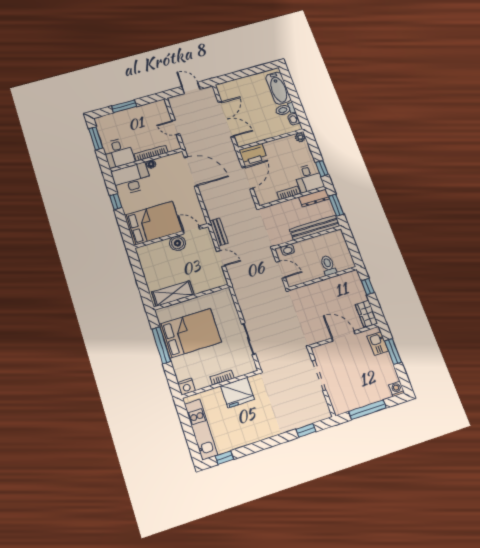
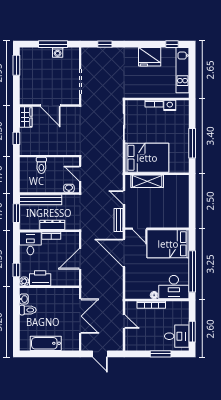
bathtub: (278, 88) -> (46, 343), moved, turned -90
double door: (226, 119) -> (80, 316), swing flipped
desk: (118, 153) -> (177, 336), moved, turned 90
printer: (253, 154) -> (40, 278), moved
window: (322, 169) -> (16, 270), moved
door: (191, 172) -> (124, 253), moved
dresser: (314, 198) -> (52, 225), moved
window: (116, 202) -> (192, 271), width x3.17
boiler: (178, 243) -> (154, 221), removed
shelving: (173, 293) -> (147, 181), moved
bed: (190, 333) -> (147, 158), moved, turned 180
kitchen sink: (378, 344) -> (26, 91), removed
window: (393, 351) -> (16, 65), moved
nightstand: (186, 387) -> (170, 105), moved
washing machine: (397, 389) -> (58, 52), moved
fridge: (237, 393) -> (150, 57), moved, turned 180

